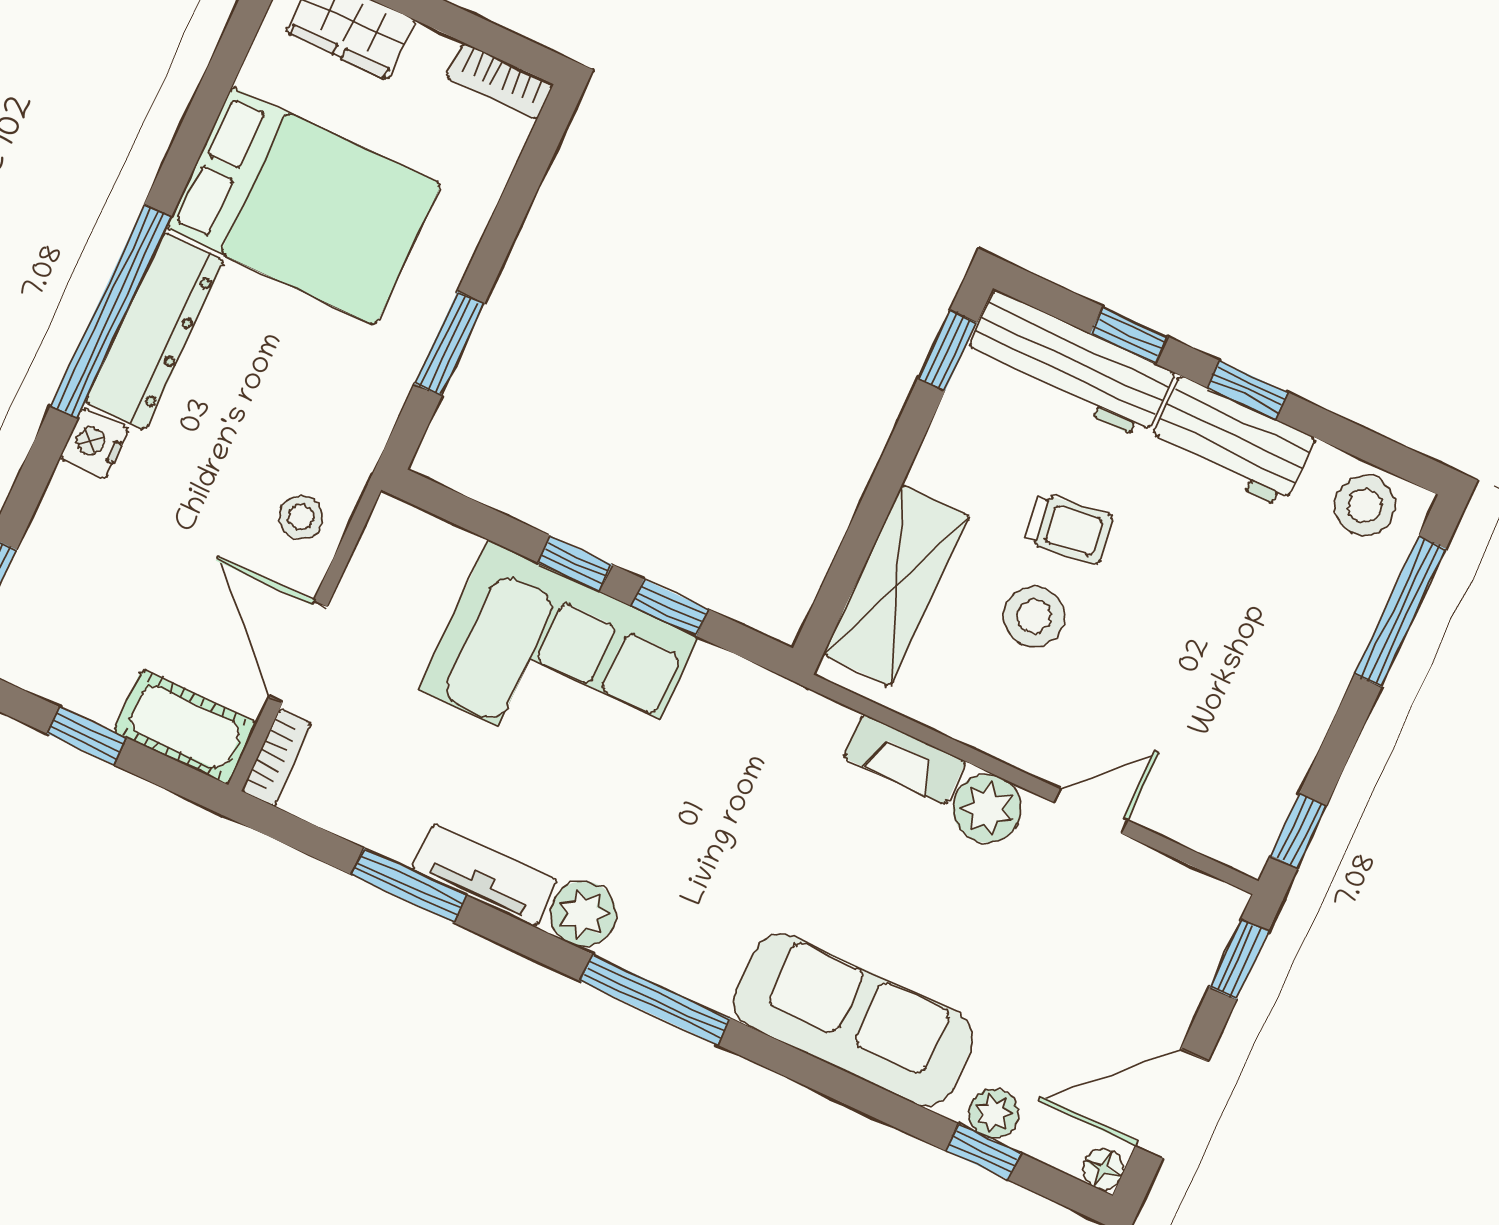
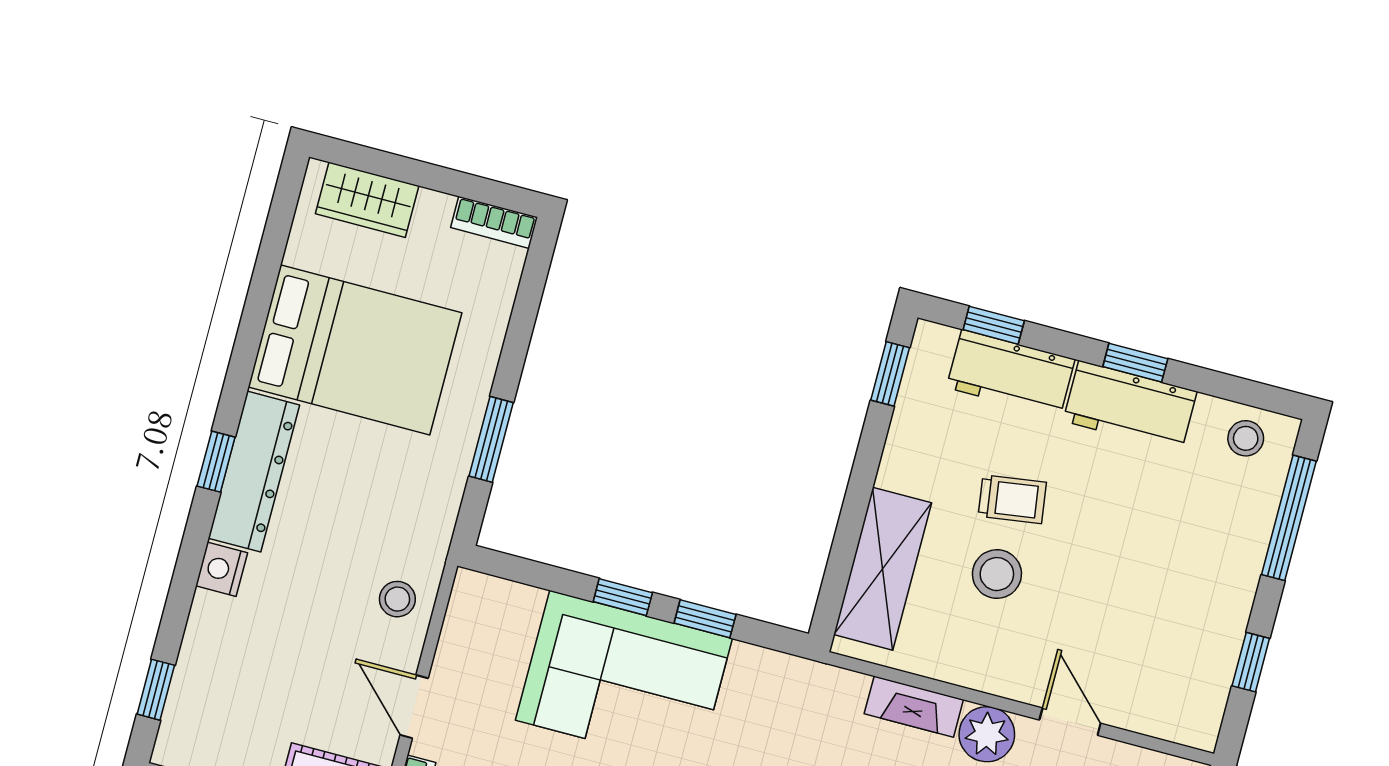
window: (111, 311) -> (216, 462), width x0.32
window: (1129, 335) -> (994, 325), moved
workbench: (1069, 365) -> (1011, 373), width x0.73
stool: (1365, 506) -> (1246, 438), width x0.73, depth x0.73
door: (298, 651) -> (414, 707), width x0.73
door: (1091, 811) -> (1070, 722), hinge flipped
window: (1298, 831) -> (1251, 662), moved

